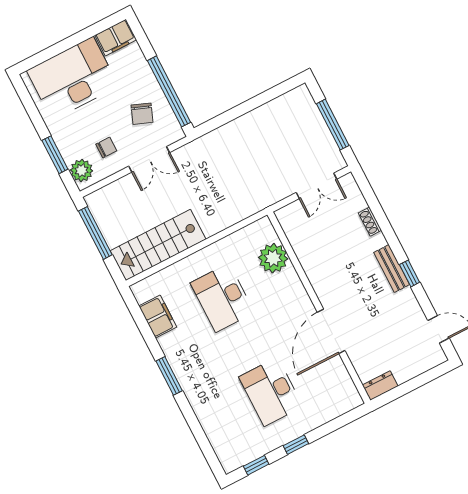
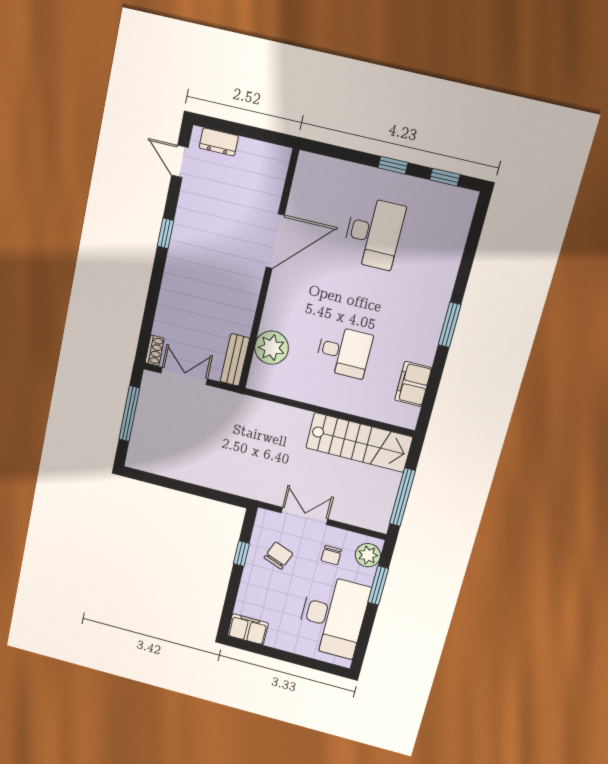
desk: (73, 78) -> (333, 616), moved, turned -90
window: (169, 91) -> (241, 554), width x0.32
chair: (106, 147) -> (331, 555), turned -90
shoe rack: (370, 222) -> (155, 350), moved
bench: (392, 269) -> (235, 360), moved
desk: (222, 298) -> (344, 352), width x0.73
dresser: (380, 386) -> (219, 142), moved

